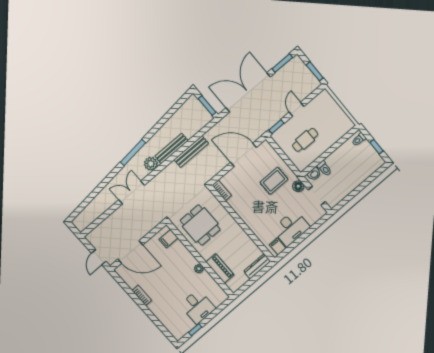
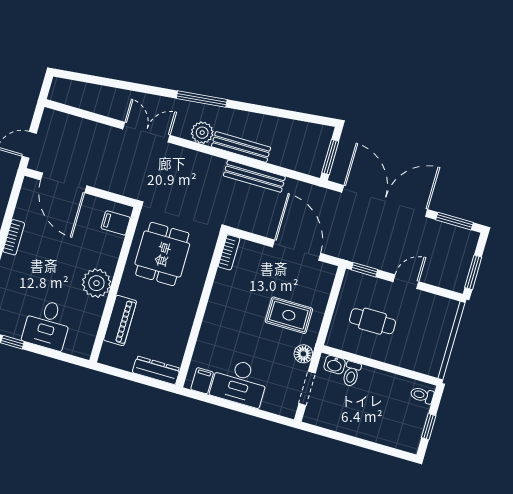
plant: (199, 269) -> (96, 283), width x1.88, depth x1.88

